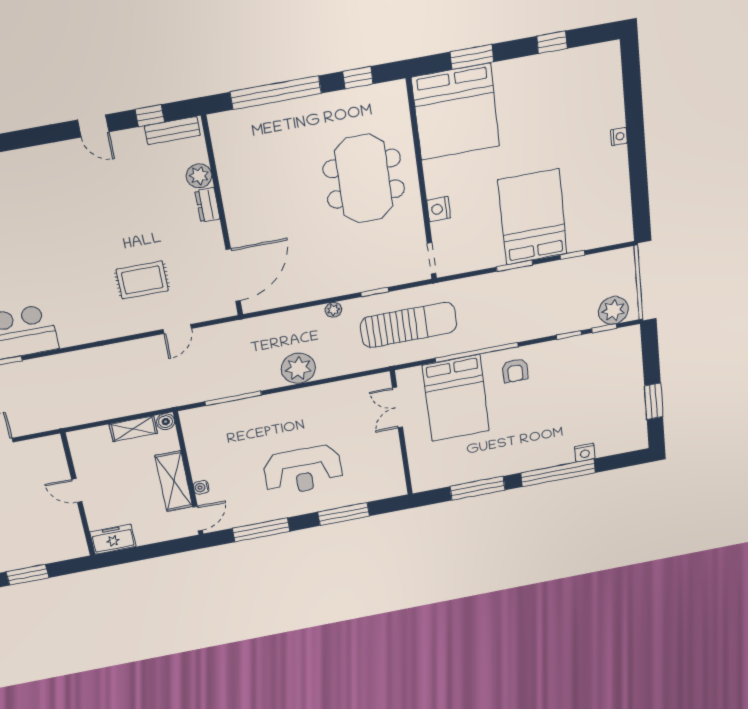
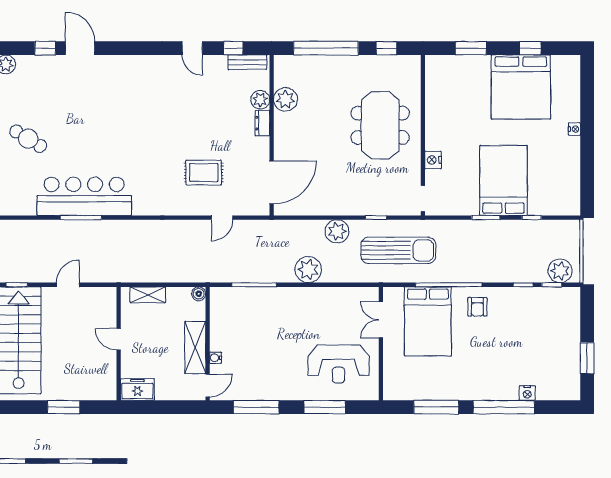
bed: (456, 112) -> (521, 87), moved
plant: (233, 169) -> (285, 99), added
plant: (333, 310) -> (337, 231), width x1.87, depth x1.87
shelving: (133, 429) -> (148, 295), moved
reception desk: (303, 470) -> (338, 364), moved

